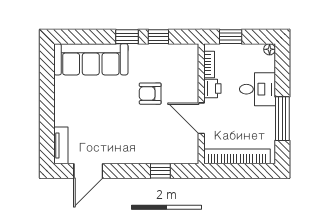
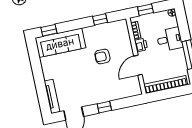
window: (127, 37) -> (49, 30), moved
door: (201, 118) -> (138, 65), hinge flipped
tv unit: (61, 145) -> (52, 96), width x1.41
window: (160, 171) -> (104, 107), moved

